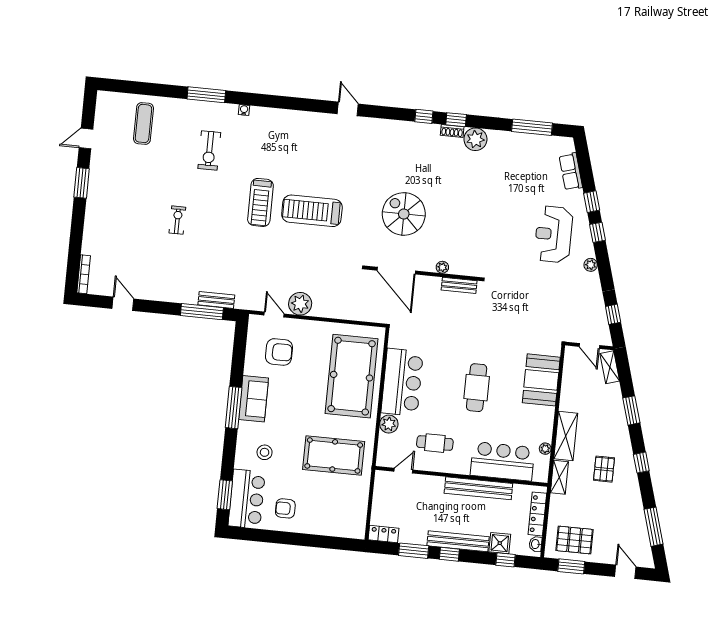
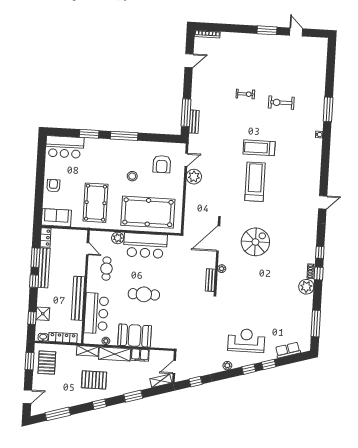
exercise mat: (143, 123) -> (308, 69), removed
exercise bike: (209, 151) -> (281, 103), moved
booth: (541, 380) -> (135, 336), moved
filing cabinet: (569, 397) -> (140, 355), added
sofa: (254, 399) -> (56, 218), moved, turned 180
stool: (265, 452) -> (132, 176), moved
pallet: (604, 469) -> (94, 380), width x1.50, depth x1.42
window: (225, 495) -> (89, 134), moved
armchair: (285, 508) -> (53, 186), moved
bench: (458, 541) -> (44, 268), moved

